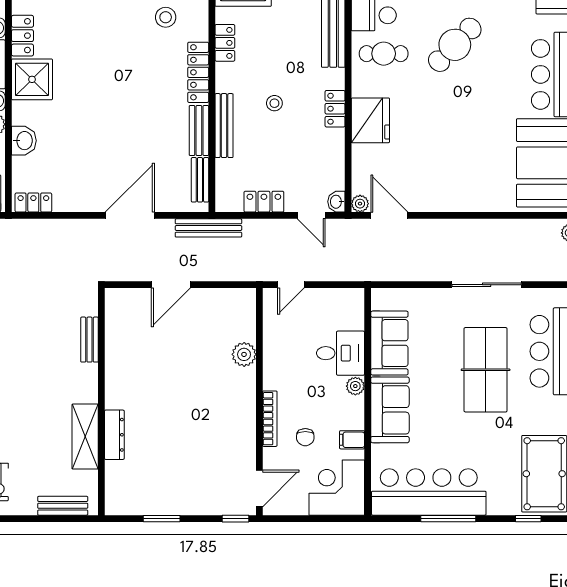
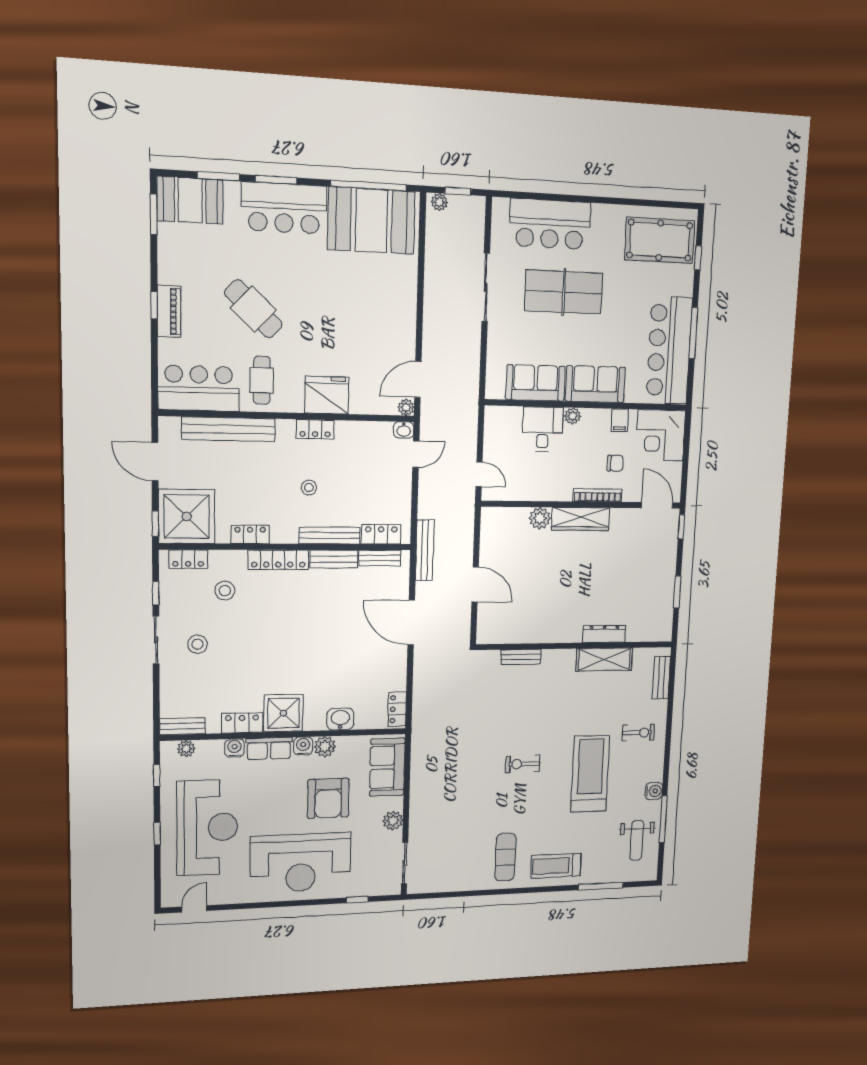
locker: (264, 202) -> (381, 534), moved, turned 90
wardrobe: (244, 401) -> (581, 519), added

